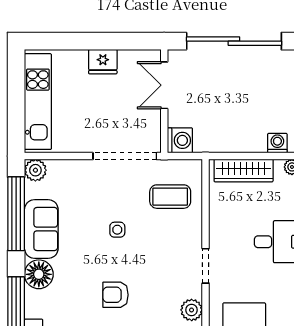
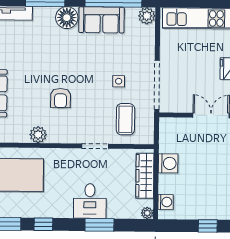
washing machine: (180, 140) -> (168, 163), moved, turned -90
side table: (117, 230) -> (119, 81), moved
doorway: (206, 266) -> (95, 146), moved
armchair: (116, 295) -> (61, 98), moved, turned 180

